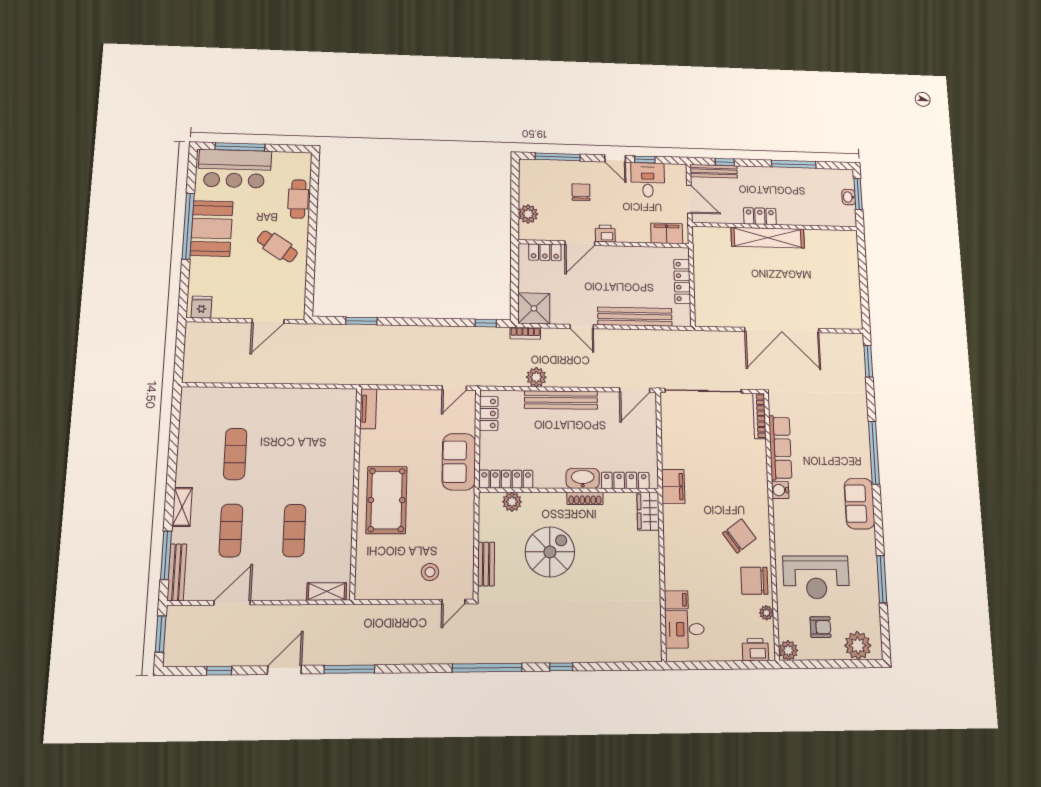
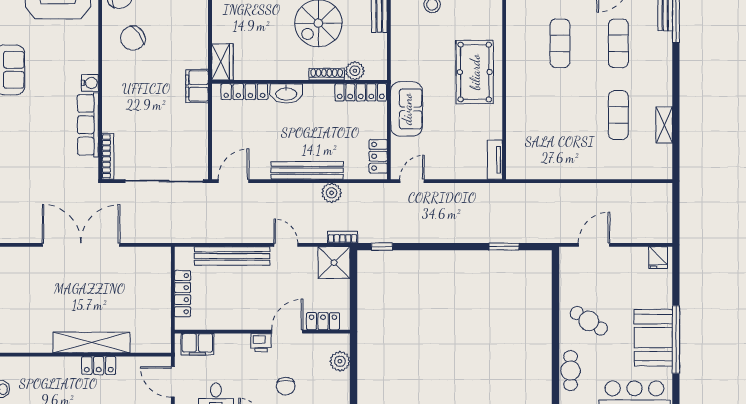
shoe rack: (585, 498) -> (327, 74), moved
shelving: (182, 507) -> (664, 125), moved

